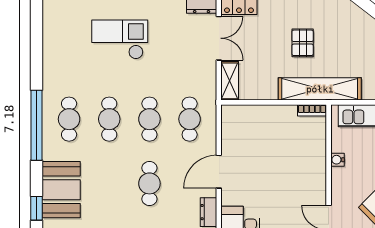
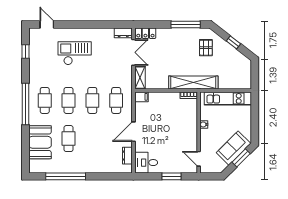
pallet: (303, 43) -> (206, 48), moved
filing cabinet: (232, 113) -> (141, 97), added
cafe table: (149, 183) -> (69, 139), moved
window: (37, 208) -> (25, 52), moved

